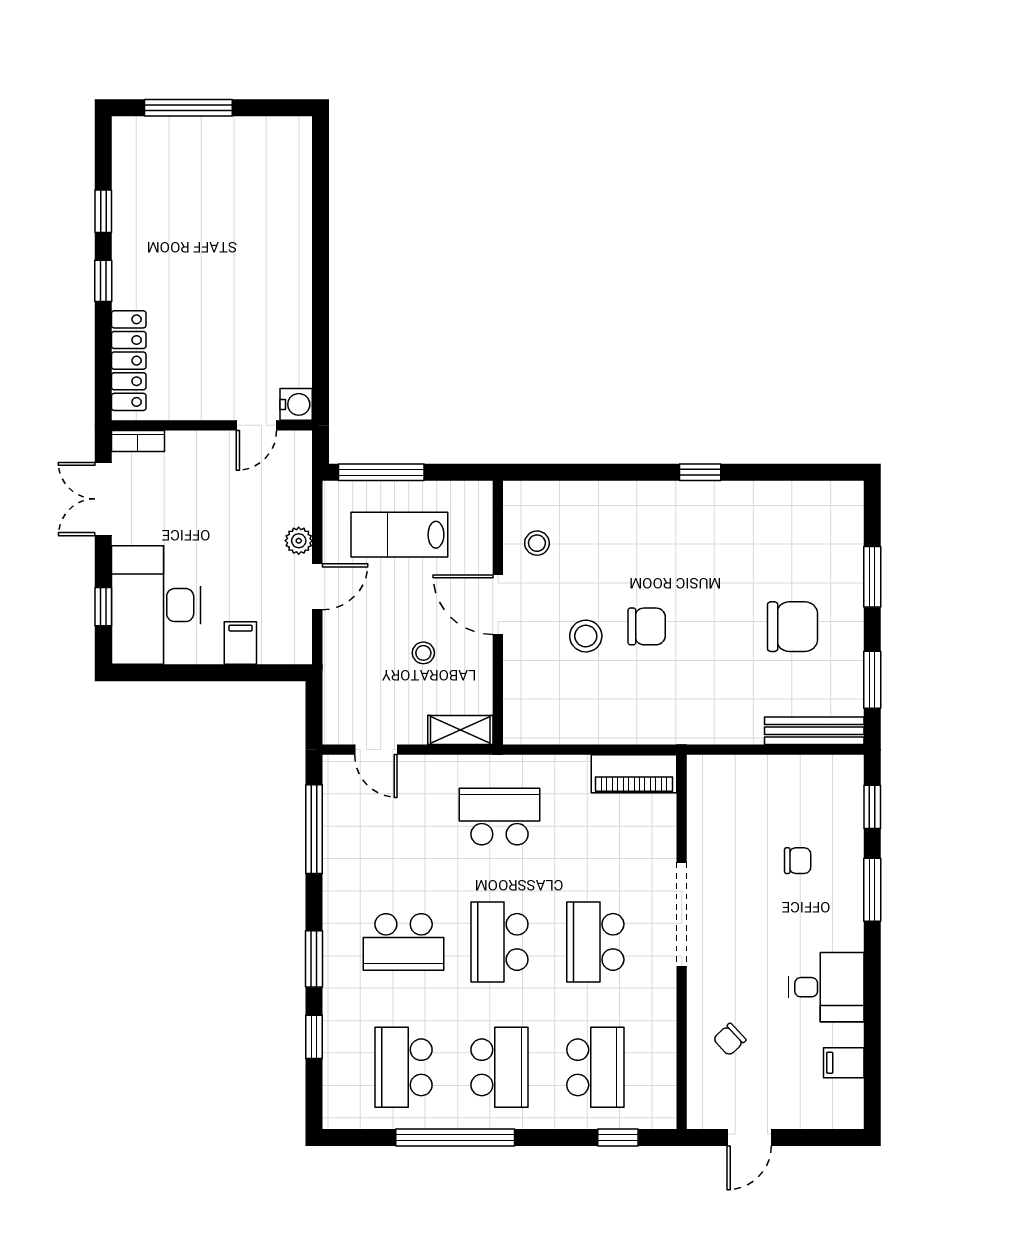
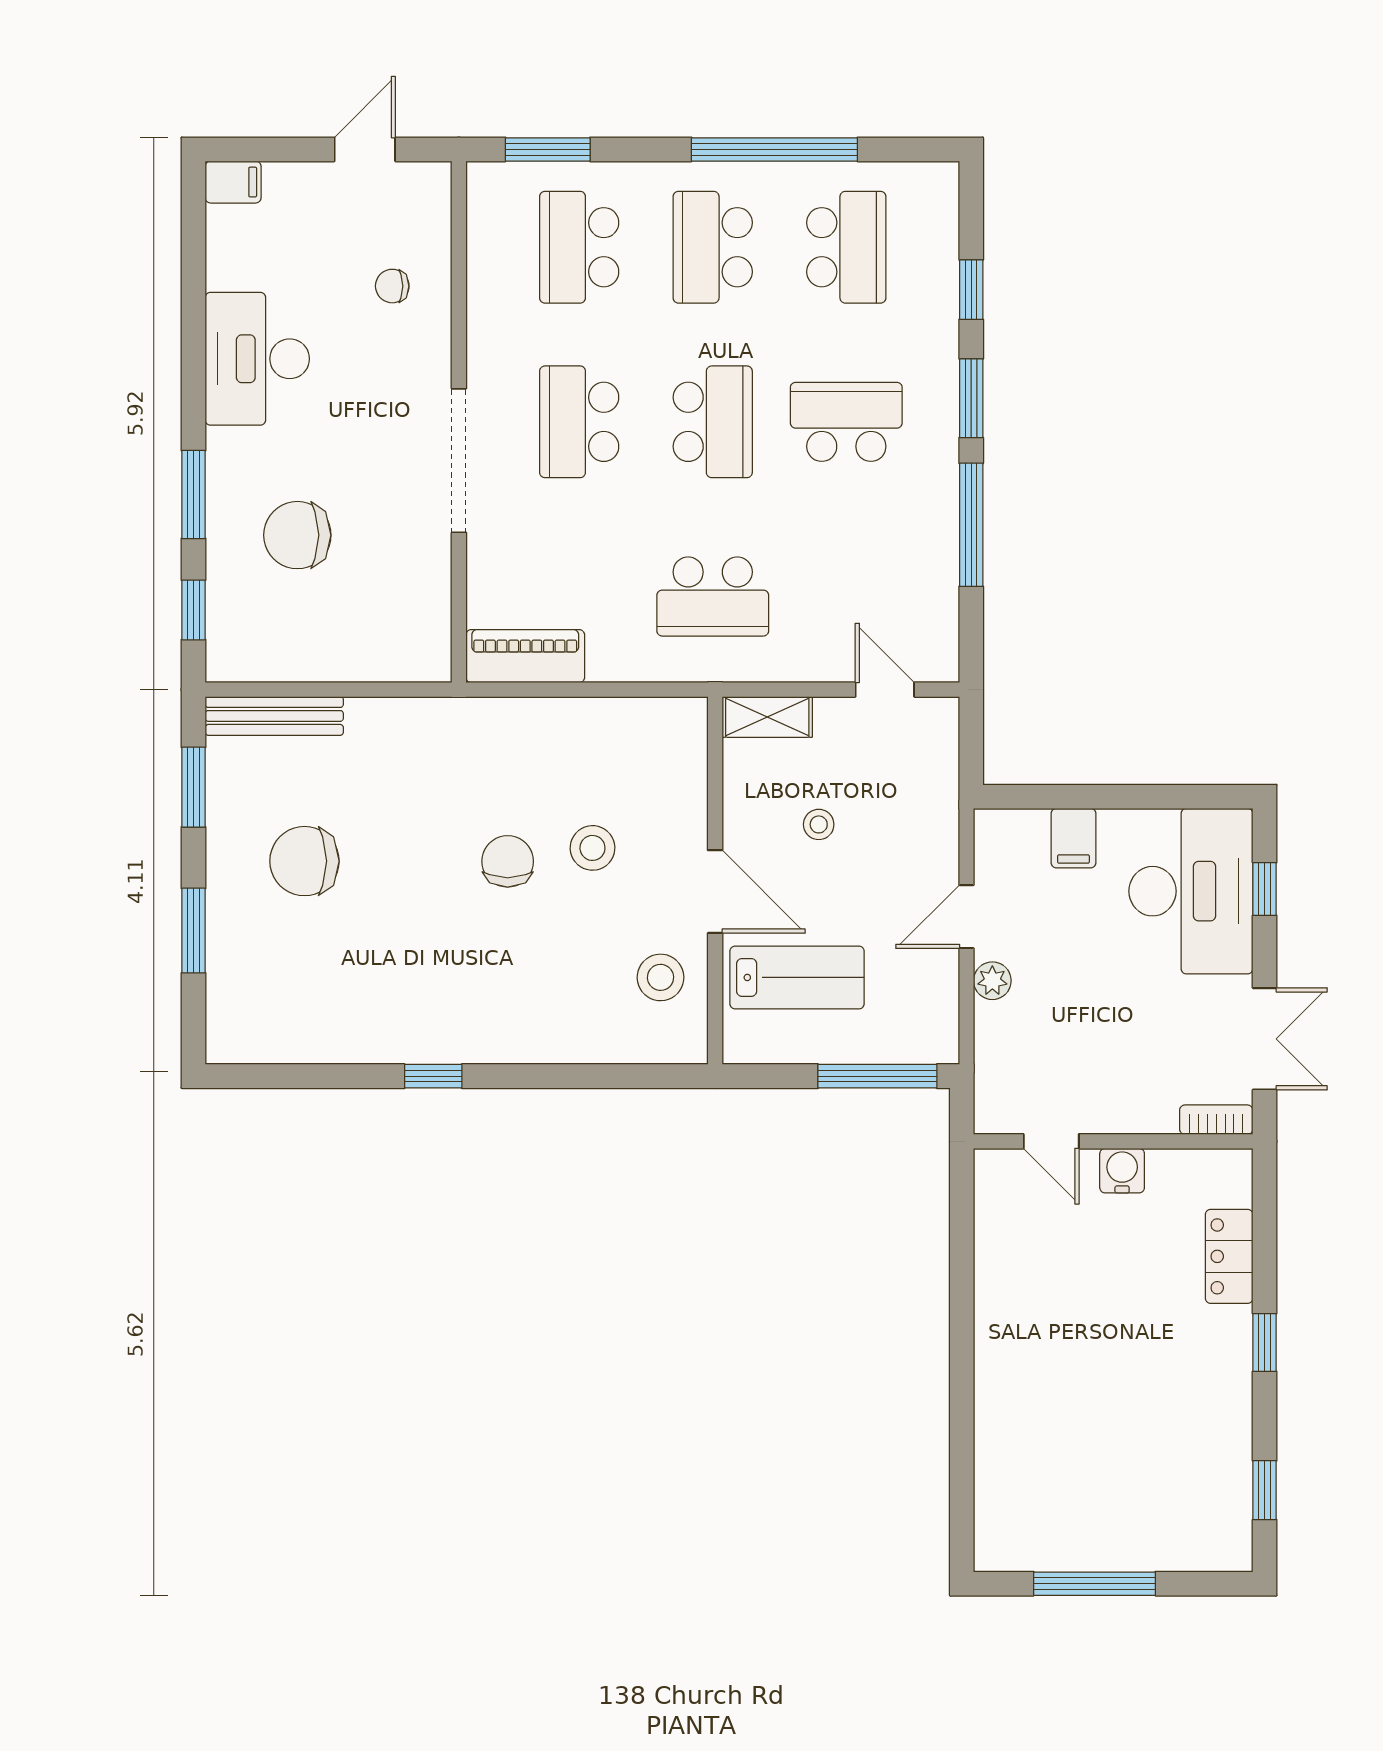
window: (188, 108) -> (1094, 1584), moved
window: (103, 211) -> (1265, 1490), moved
locker: (129, 361) -> (1229, 1256), width x0.66
water cooler: (296, 404) -> (1122, 1171), moved, turned 90
door: (256, 425) -> (1051, 1141), swing flipped
lab bench: (399, 535) -> (797, 977), moved
stool: (537, 543) -> (660, 977), width x1.37, depth x1.37
chair: (647, 626) -> (508, 861), turned 90
window: (314, 829) -> (971, 525), moved
chair: (798, 861) -> (297, 535), width x1.87, depth x1.87
school desk: (595, 942) -> (579, 422), turned 180
desk: (826, 987) -> (257, 359), width x1.37
chair: (730, 1039) -> (392, 286), turned -137
filing cabinet: (844, 1063) -> (233, 182), moved
window: (618, 1138) -> (548, 149), width x1.50

